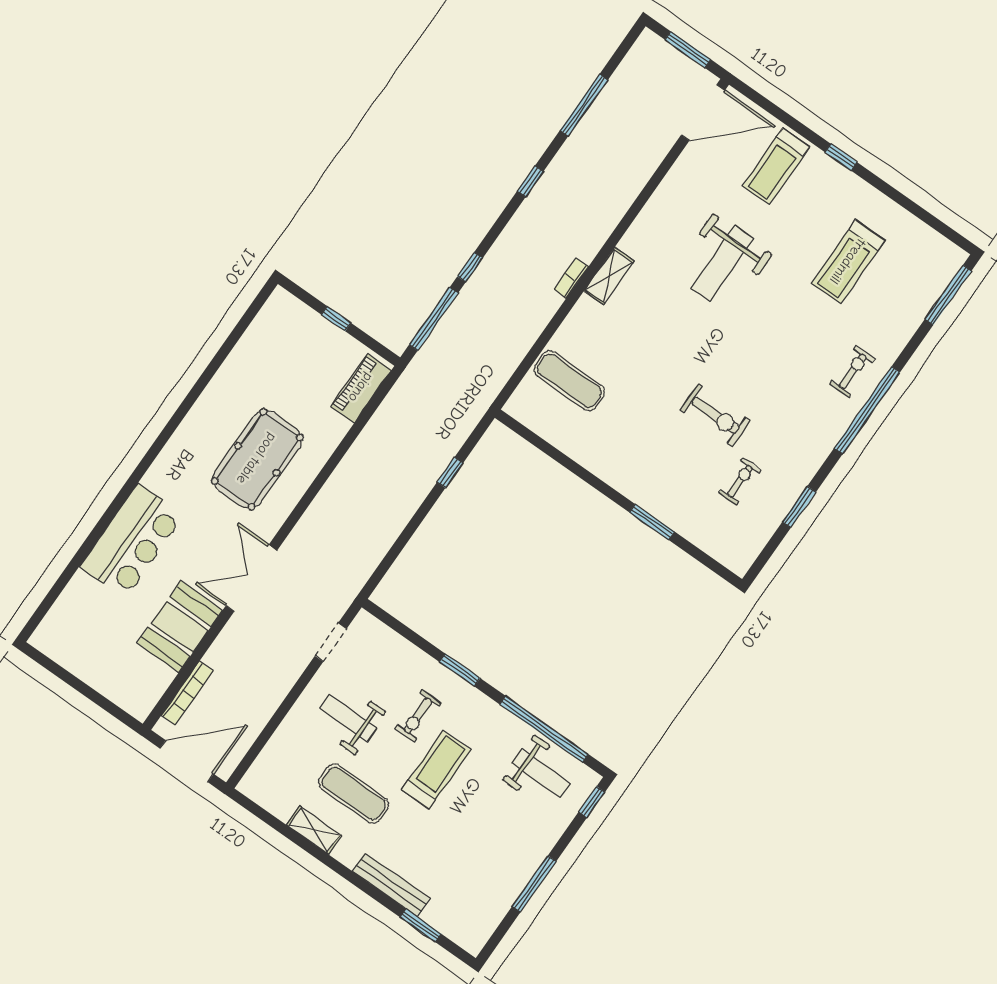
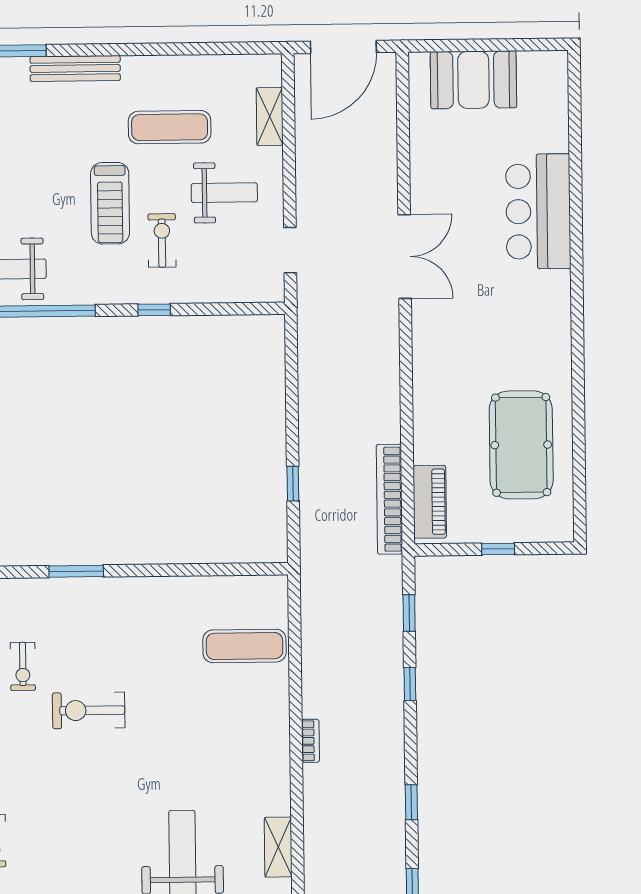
shelving: (609, 276) -> (278, 847), moved
window: (434, 319) -> (409, 613), width x0.46
pool table: (257, 459) -> (521, 445), moved
booth: (180, 627) -> (473, 80), moved, turned 90
window: (460, 670) -> (154, 310), width x0.67
bookcase: (187, 693) -> (389, 499), moved, width x1.48, depth x1.31
shelving: (314, 830) -> (270, 116), moved, turned 90

